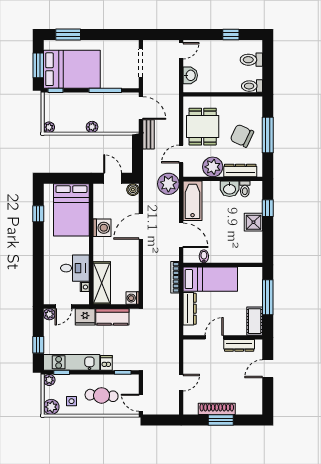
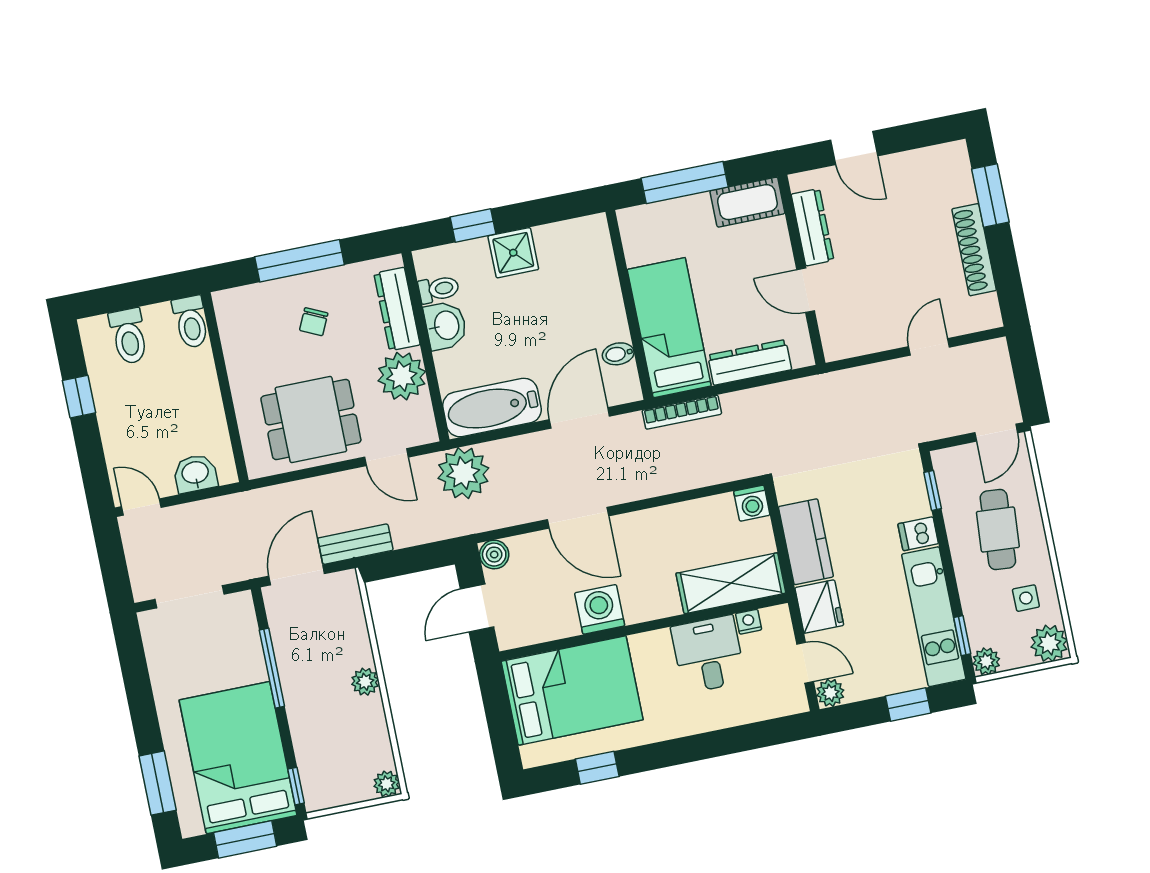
chair: (242, 136) -> (314, 322), width x0.54, depth x0.54
door: (181, 383) -> (929, 347), hinge flipped
window: (221, 420) -> (990, 195), moved

